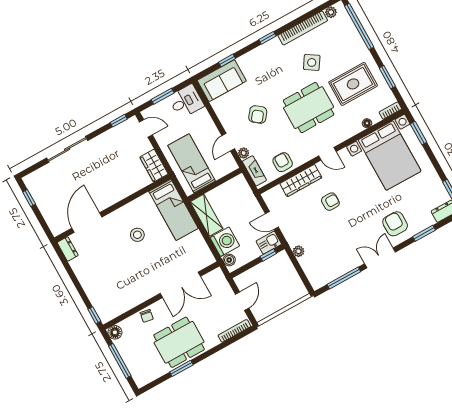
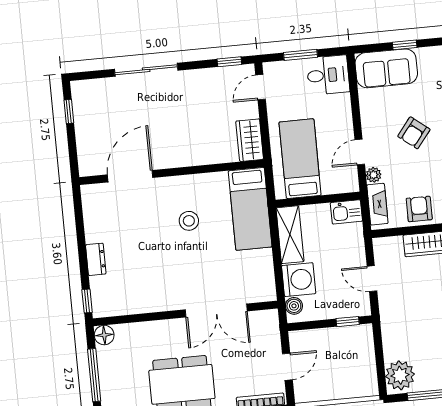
door: (146, 128) -> (260, 87), swing flipped
kitchen sink: (269, 243) -> (346, 212), moved, turned 180
dresser: (68, 249) -> (96, 259), moved
plant: (298, 251) -> (400, 375), moved, width x1.88, depth x1.88
chair: (147, 316) -> (155, 332), removed

